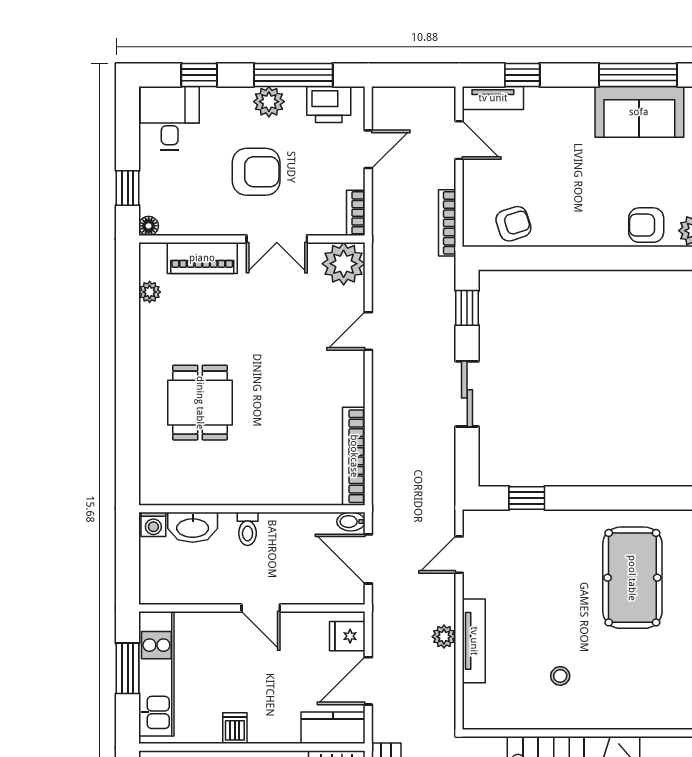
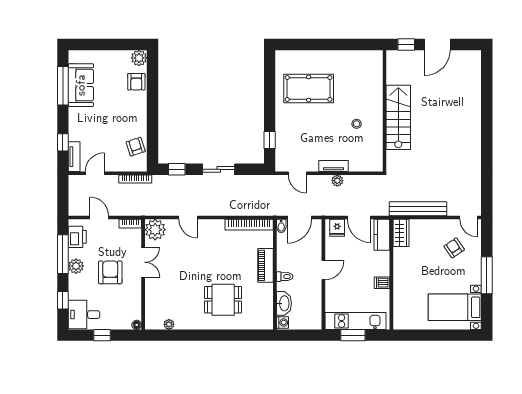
window: (128, 188) -> (102, 335), moved
piano: (202, 258) -> (266, 265), moved, turned 180
tv unit: (474, 641) -> (334, 166), width x0.71

